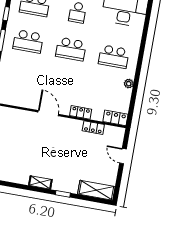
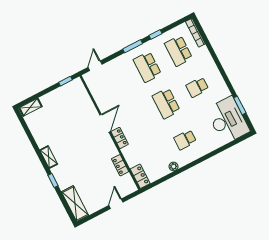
school desk: (114, 57) -> (185, 140), width x0.54
locker: (81, 112) -> (120, 138), moved

